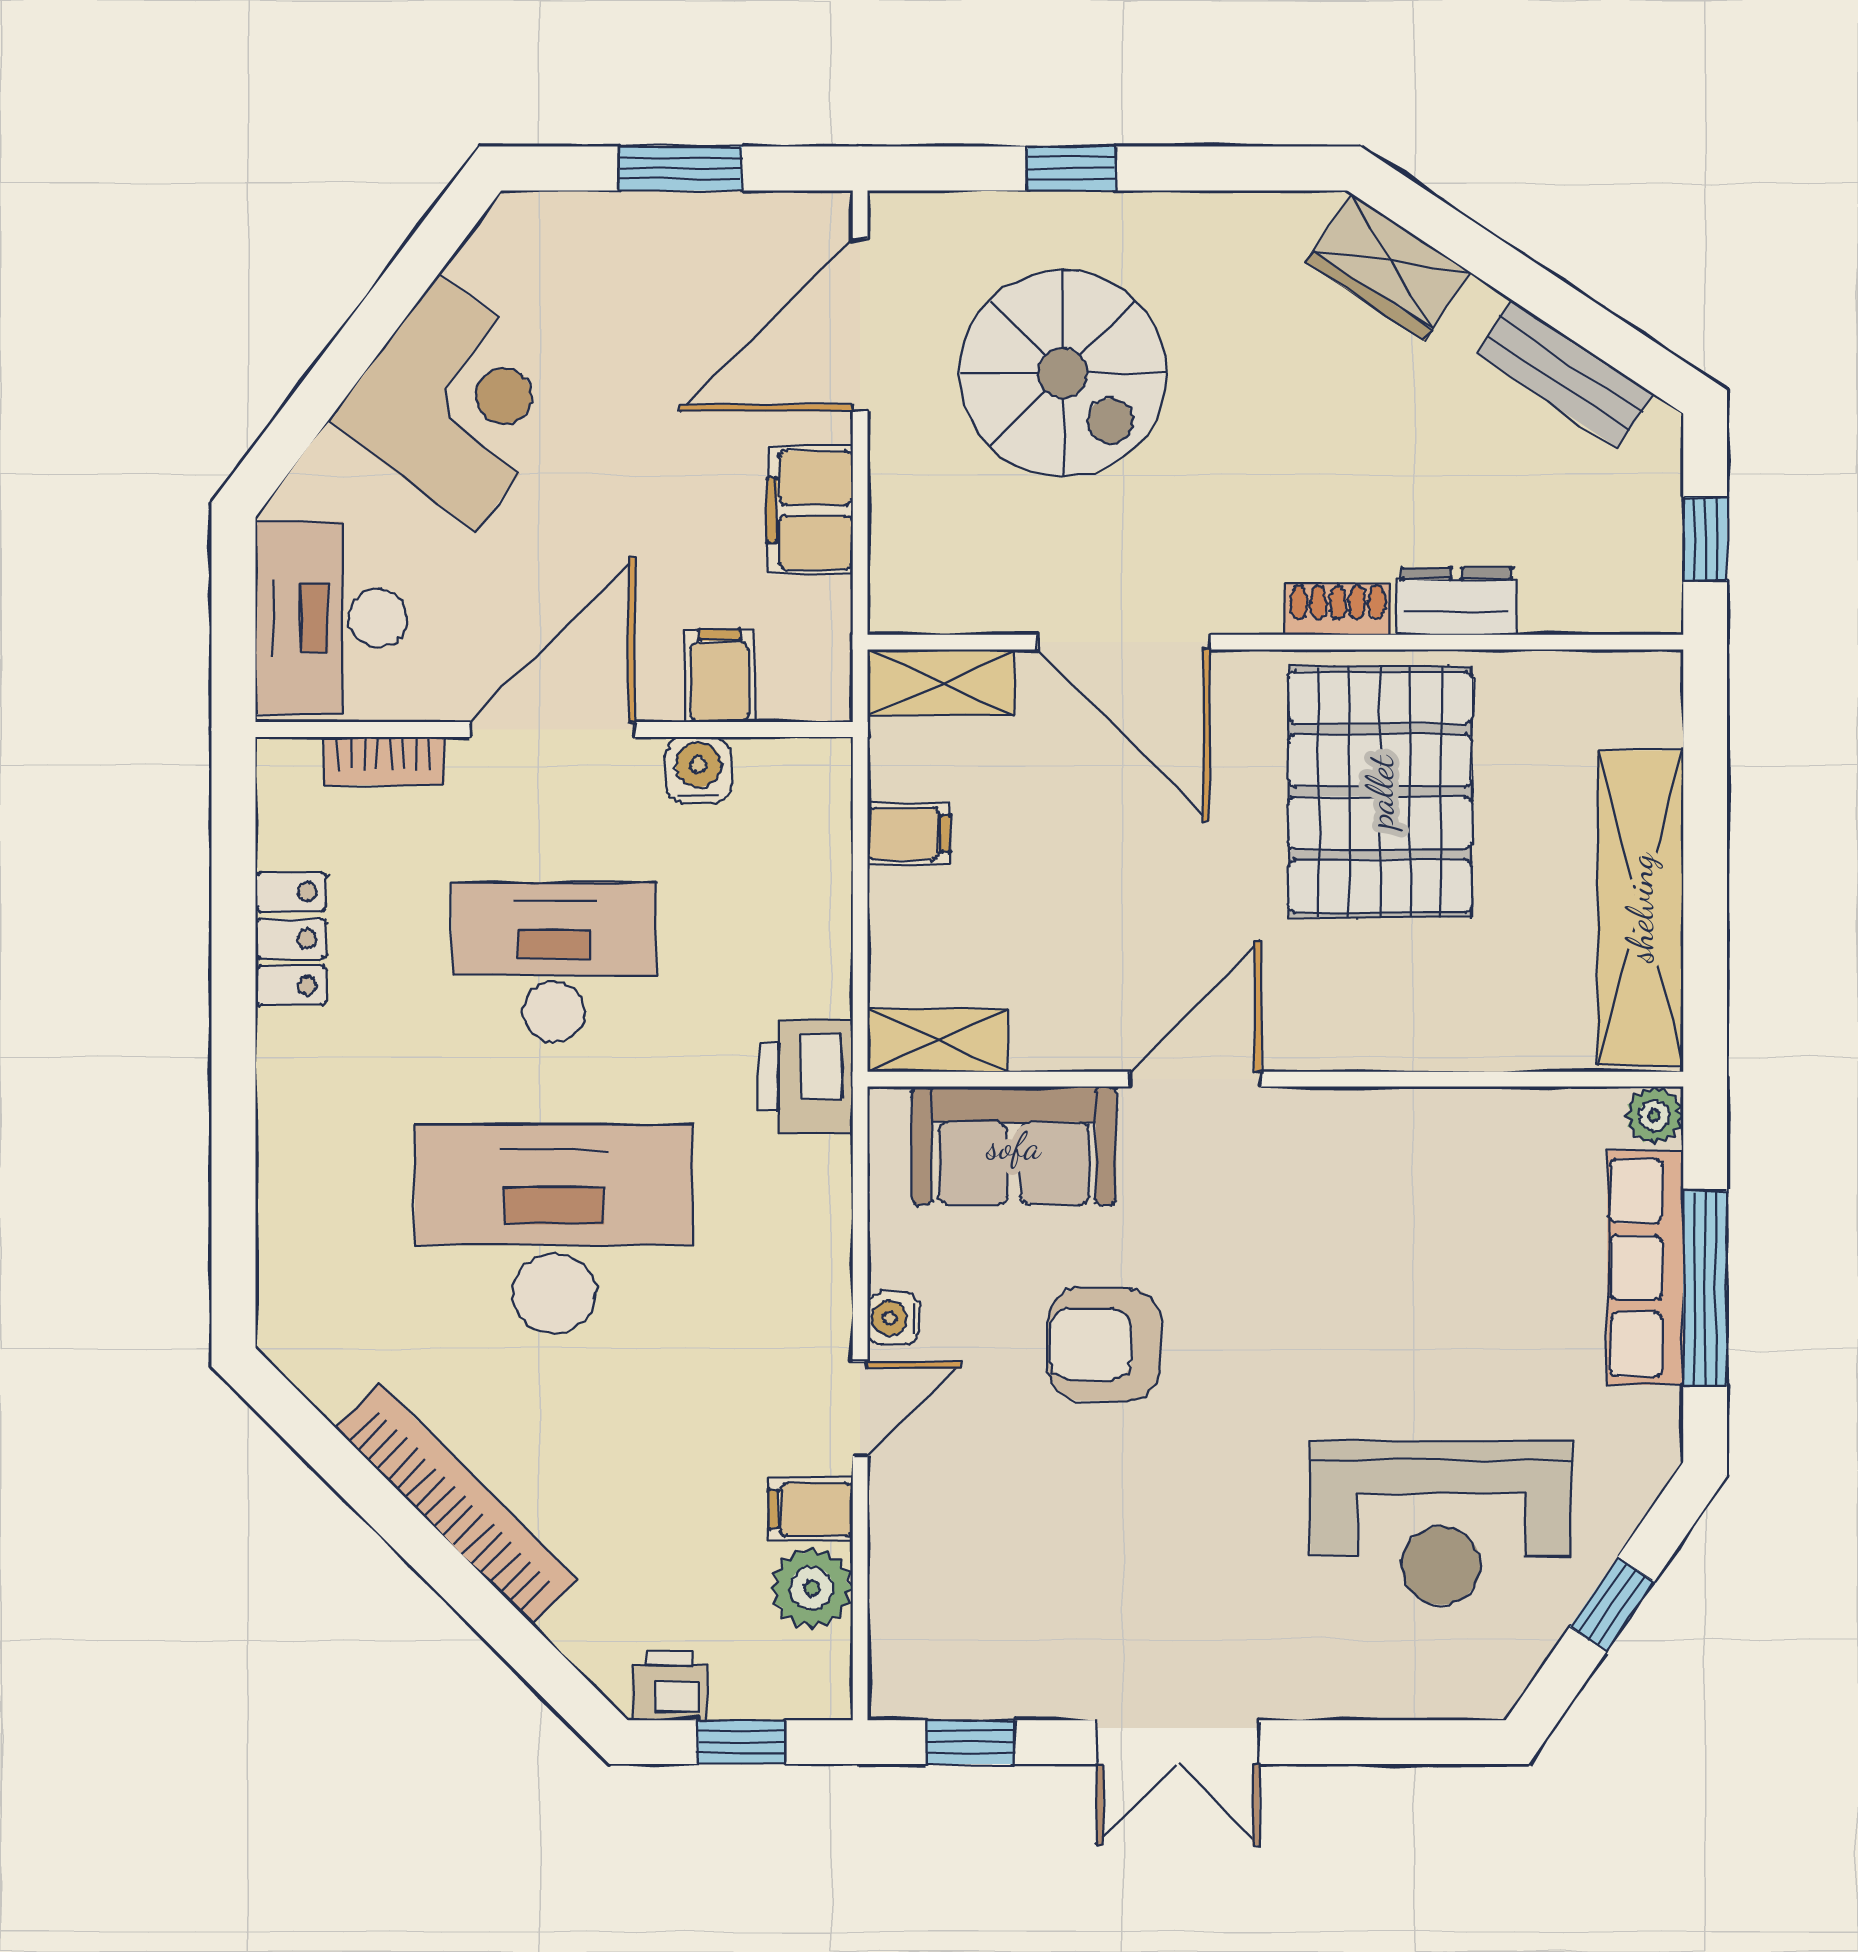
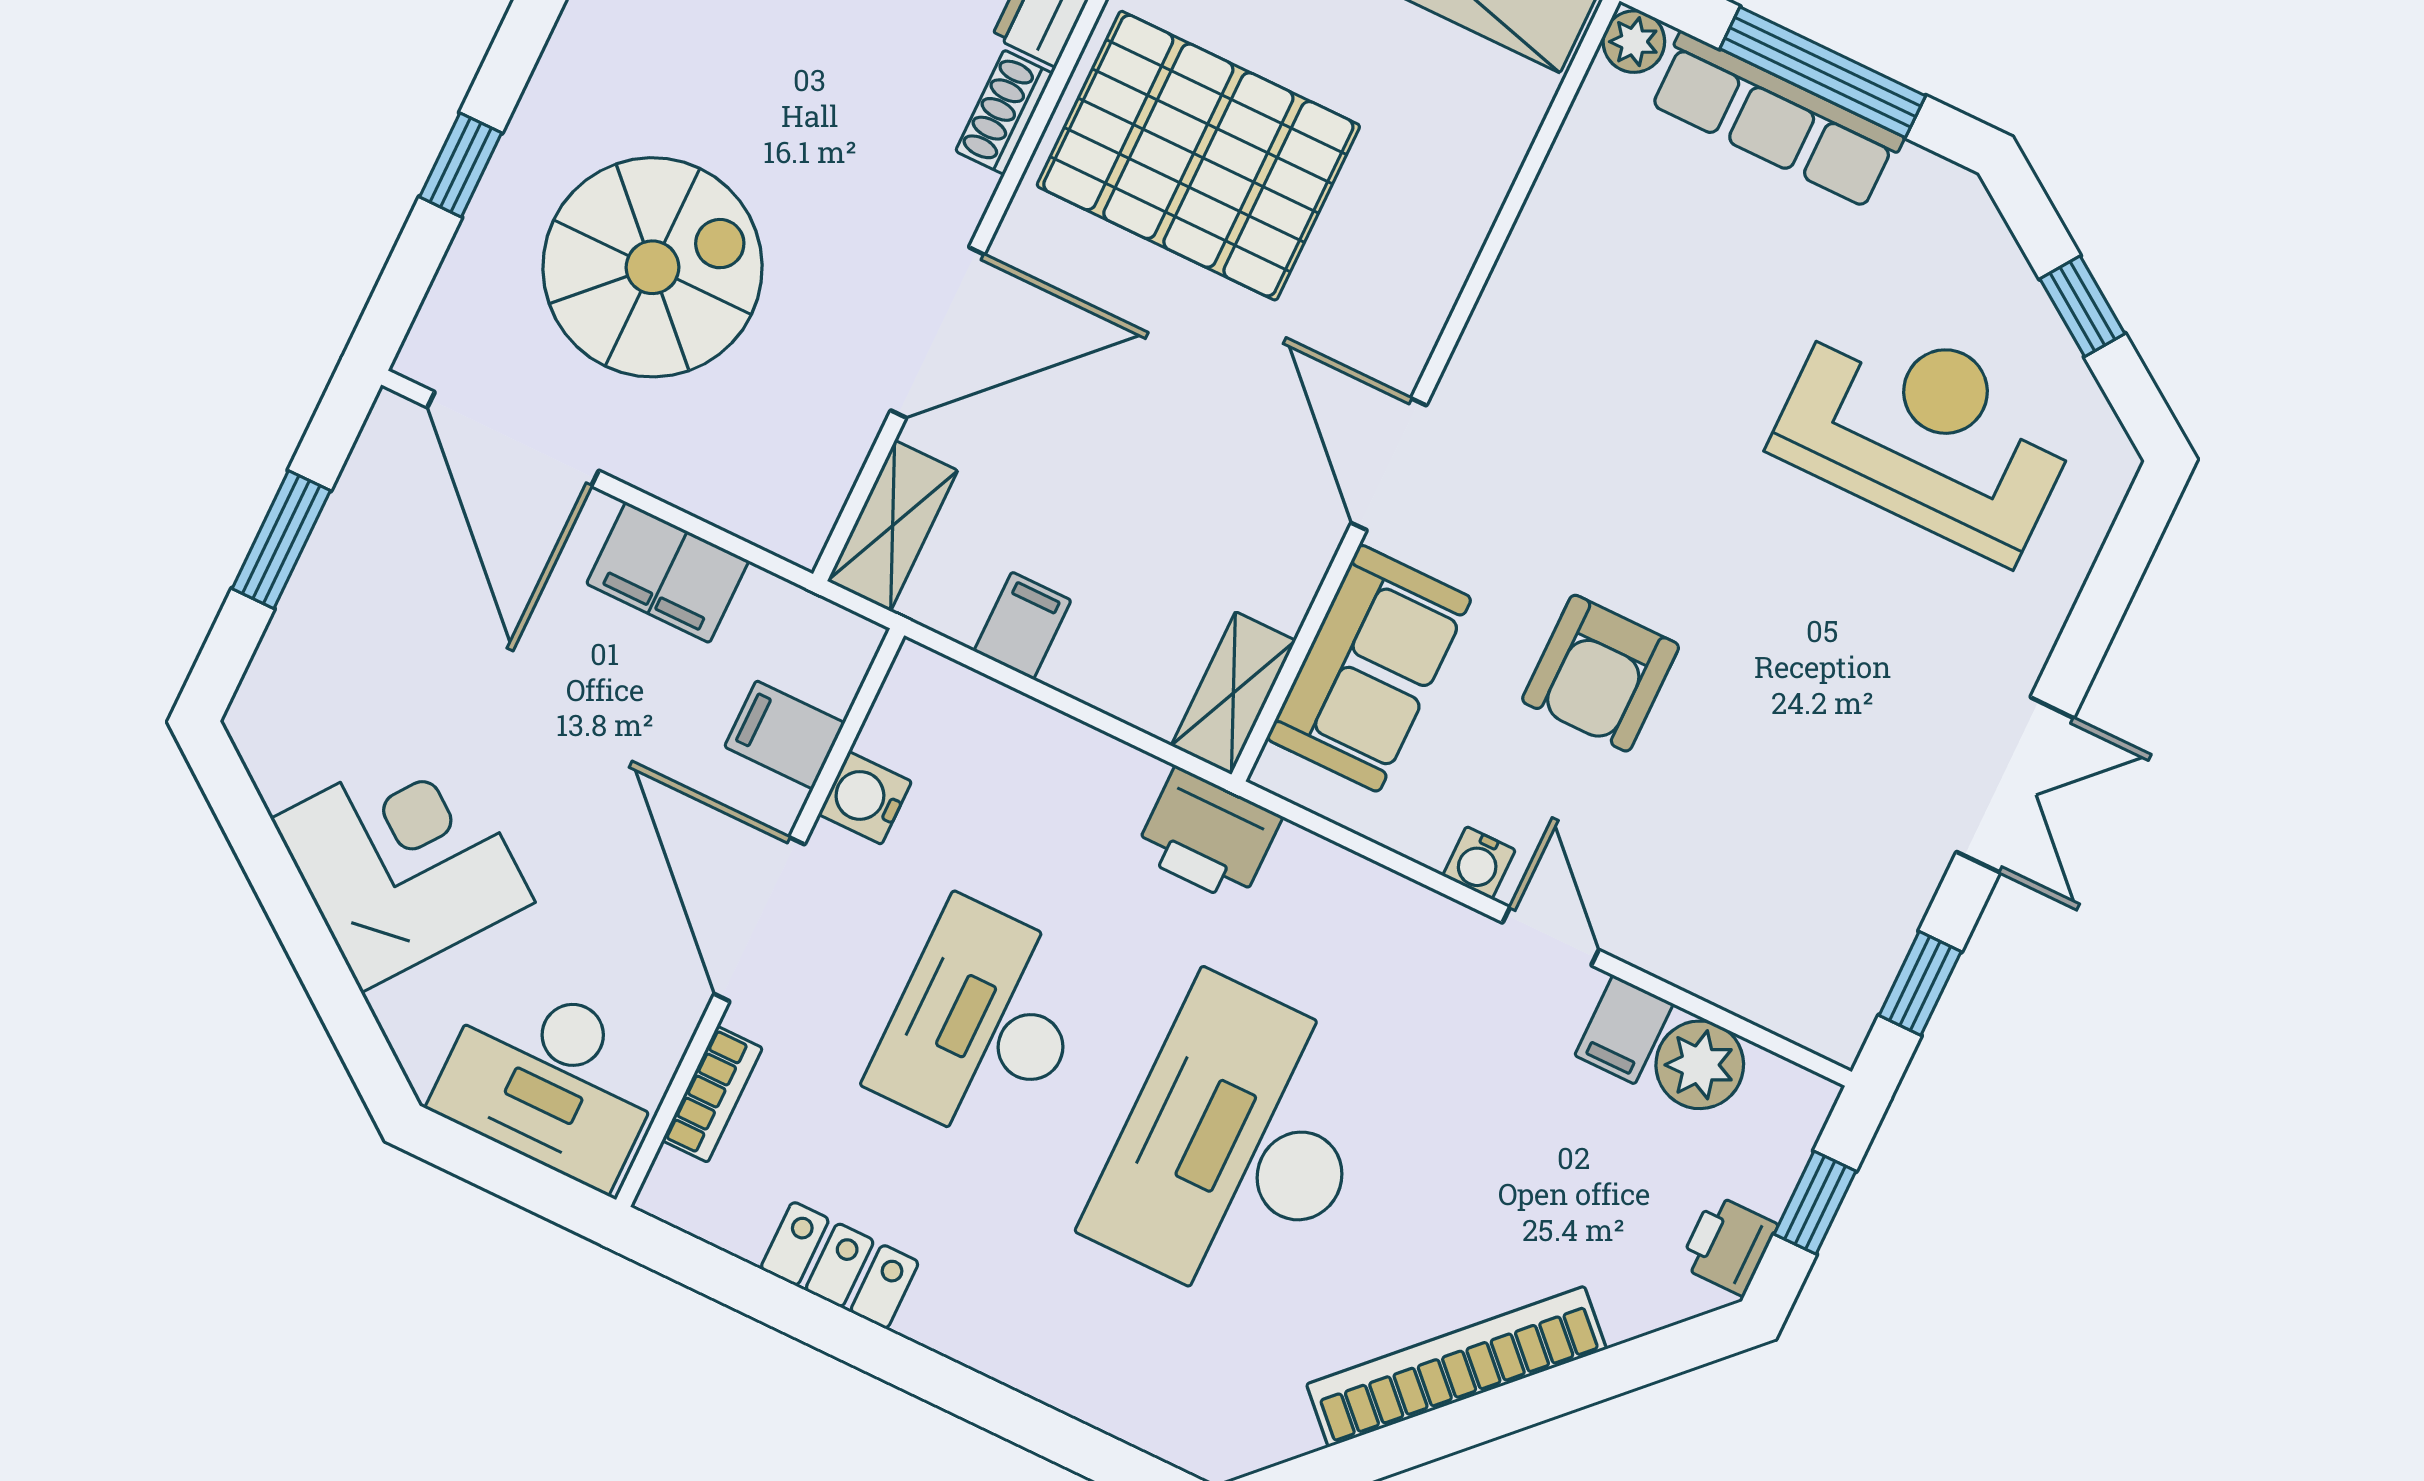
reception desk: (1441, 1523) -> (1926, 432), turned -90

